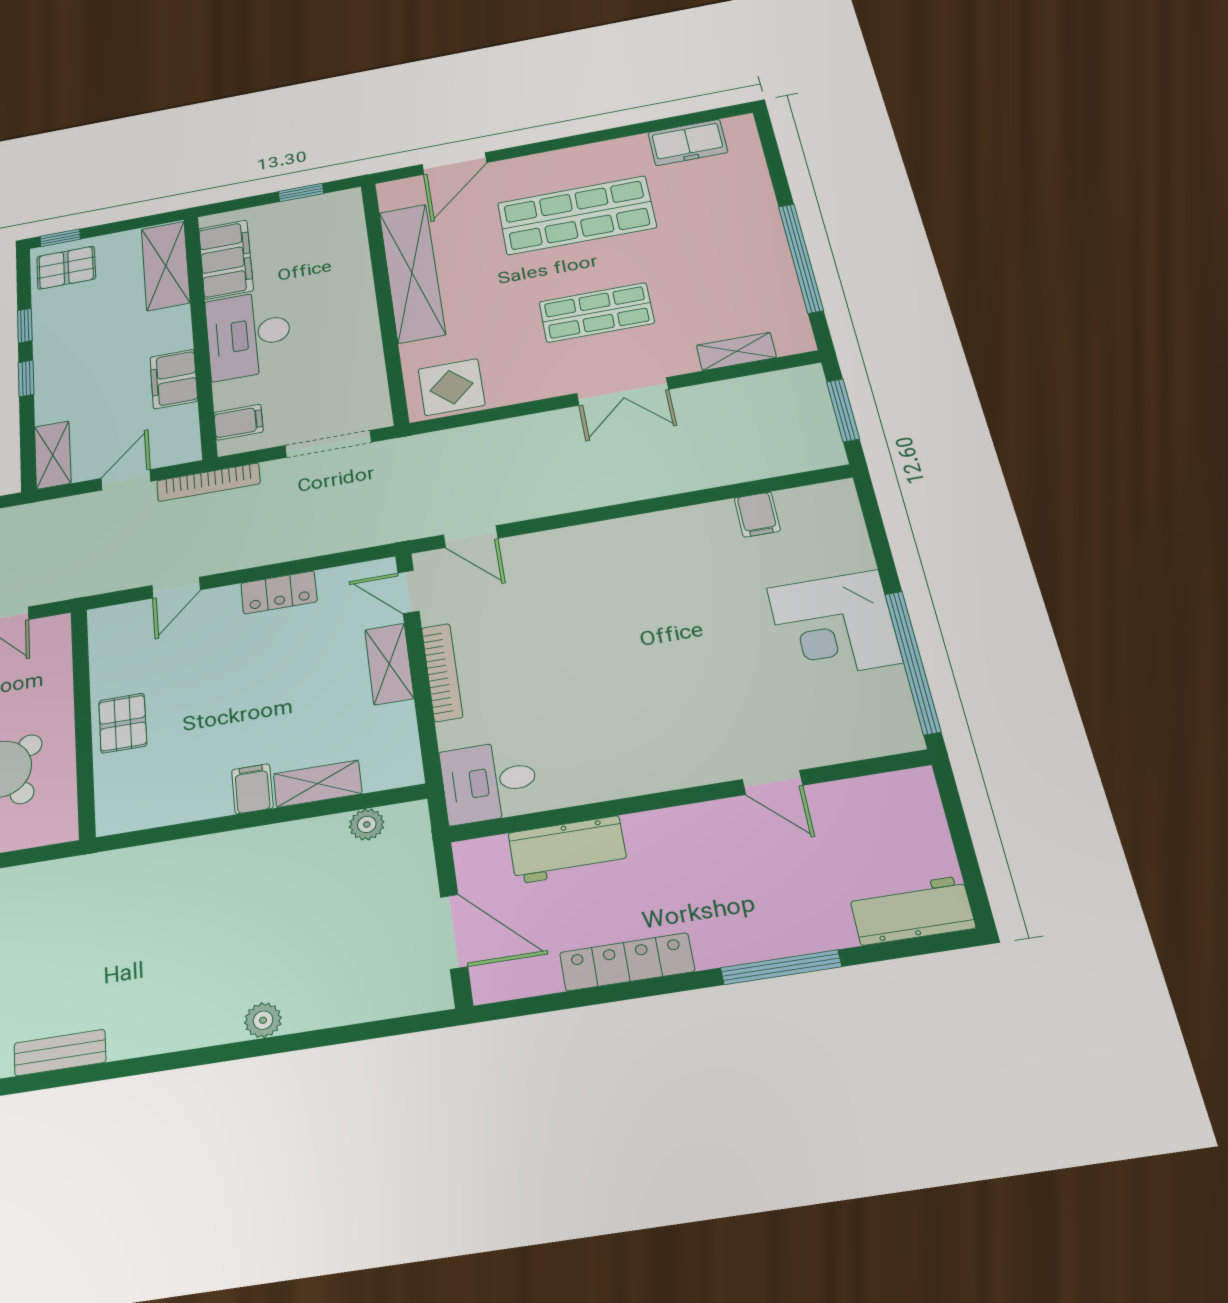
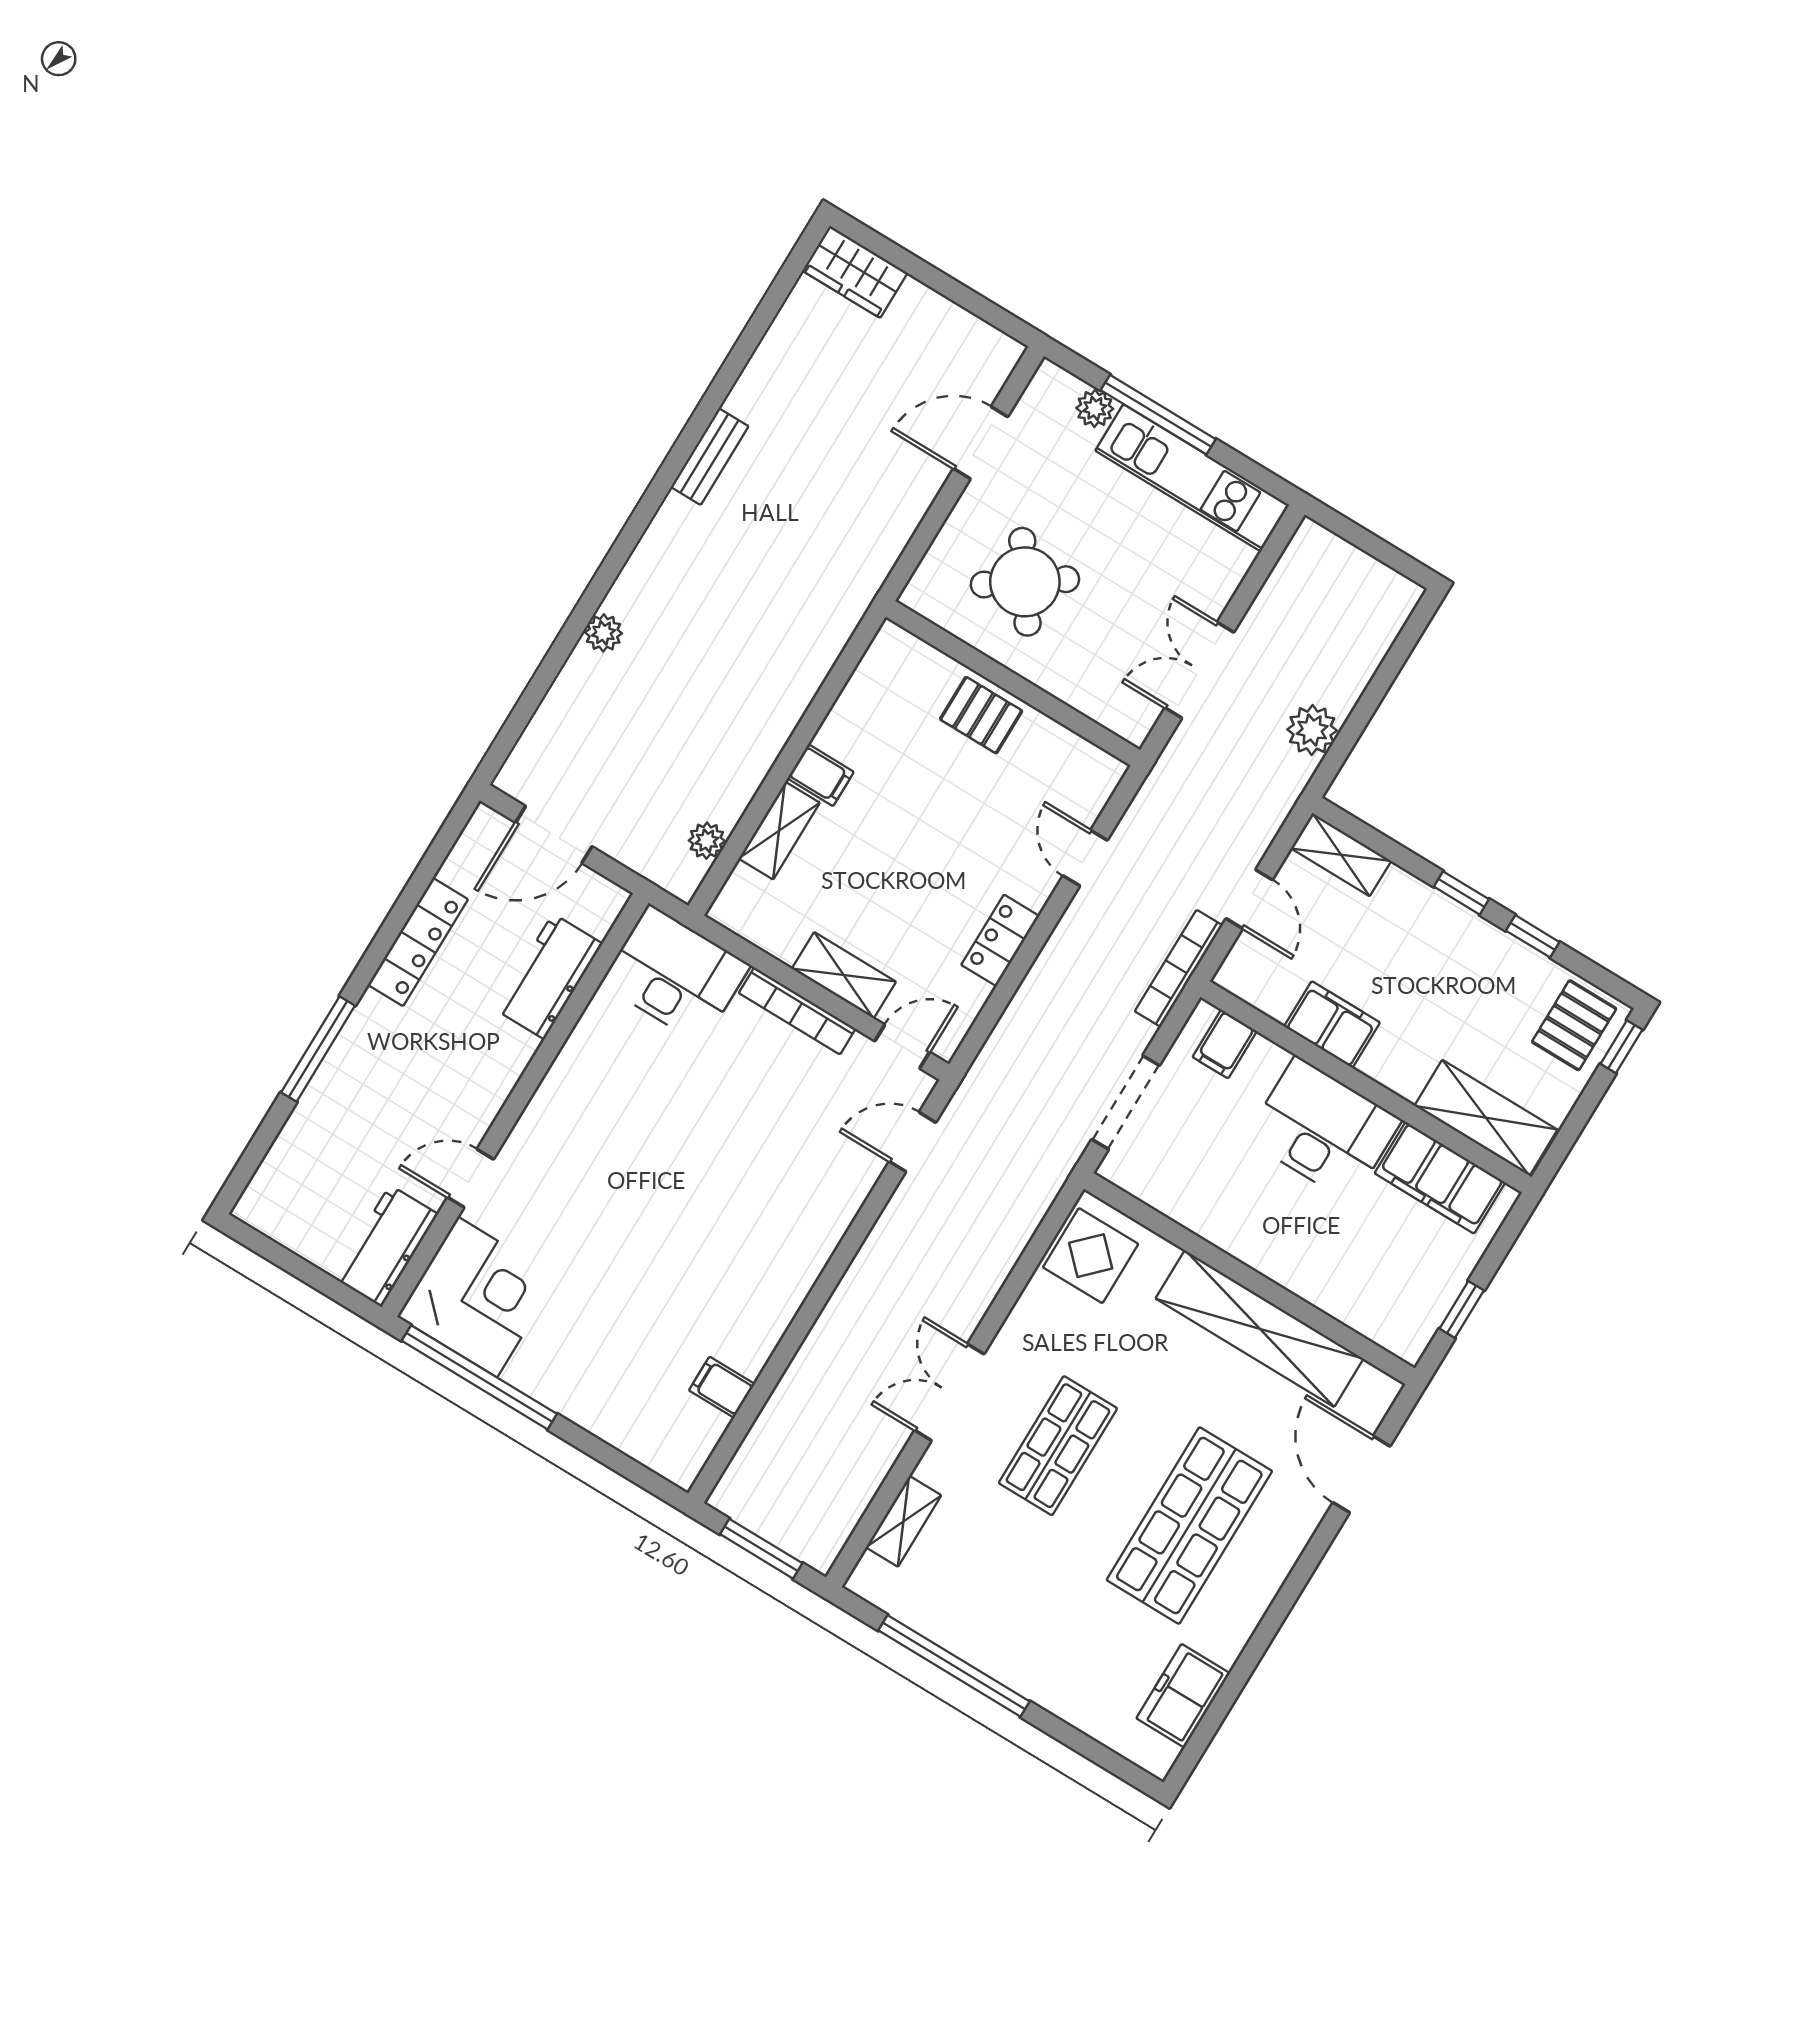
corner desk: (834, 625) -> (477, 1297), moved, turned 90
desk: (489, 782) -> (675, 974), width x1.37
workbench: (912, 910) -> (386, 1246), moved, turned 180

